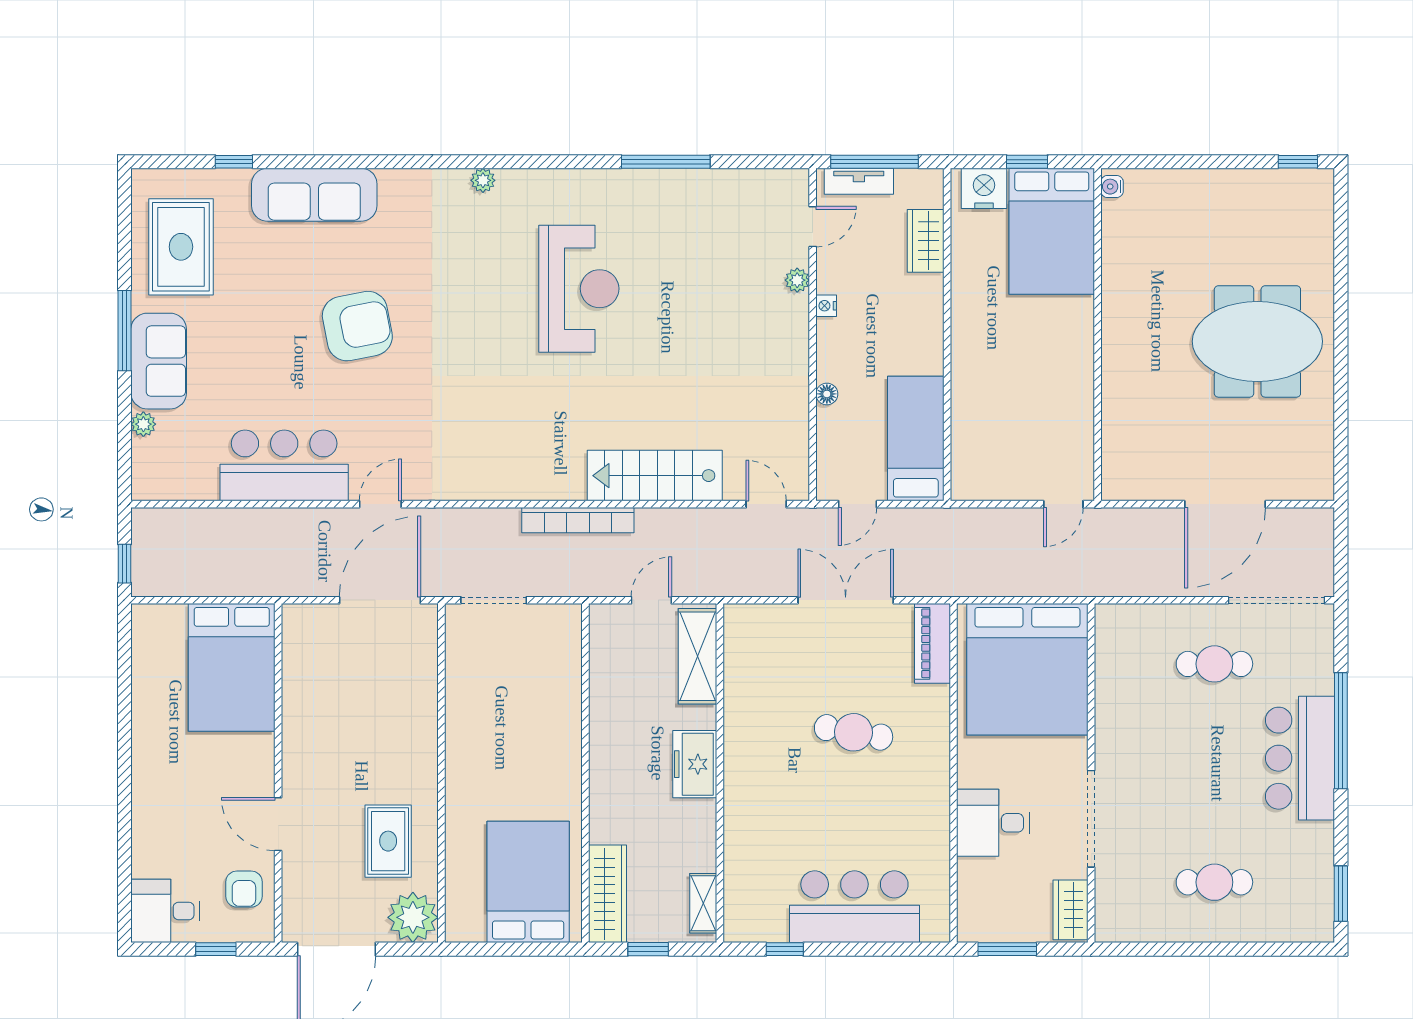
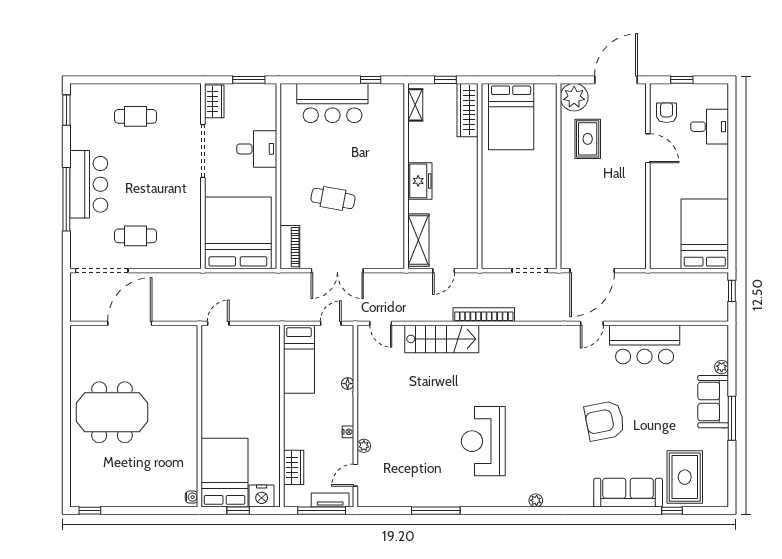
rug: (181, 247) -> (685, 477), moved
bed: (232, 667) -> (705, 234), moved
desk: (165, 911) -> (710, 127), moved

